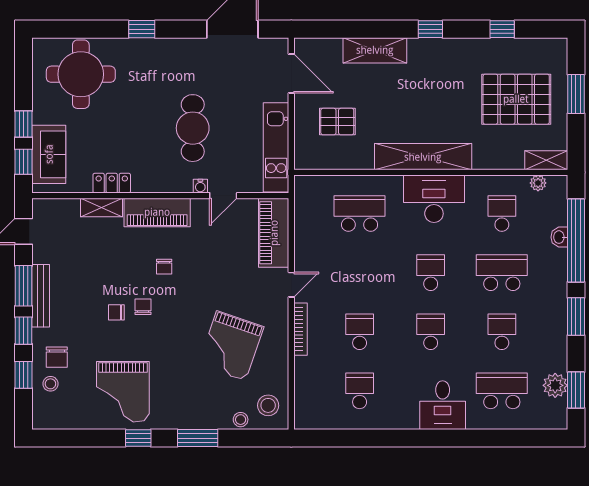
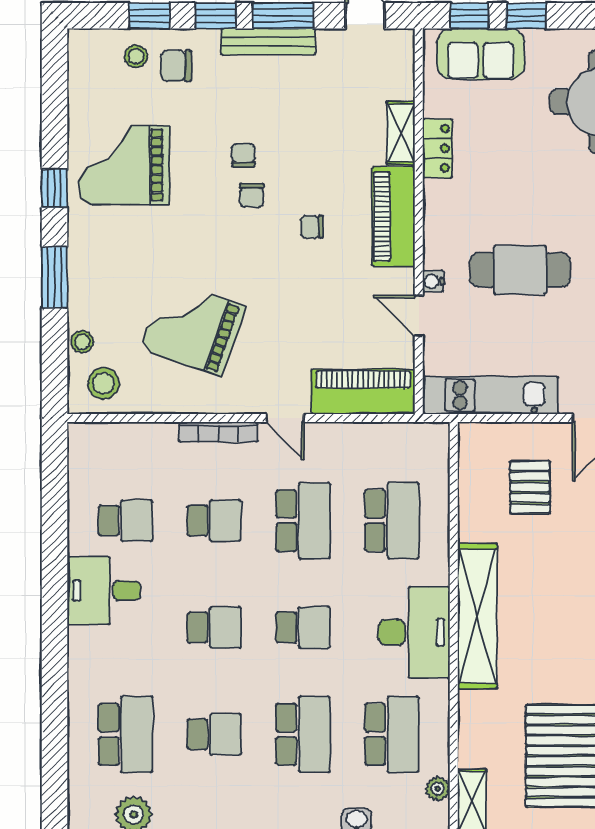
school desk: (502, 214) -> (392, 734), width x1.85
school desk: (360, 273) -> (303, 521), added
chair: (143, 307) -> (252, 195), turned 90
desk: (443, 405) -> (104, 591), moved

